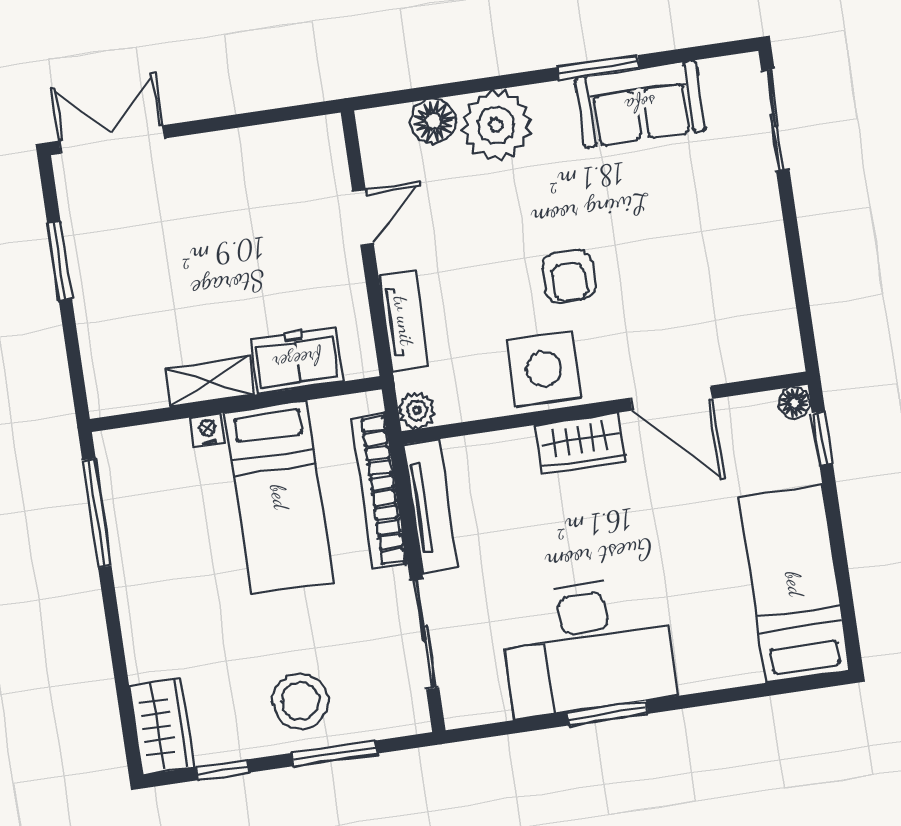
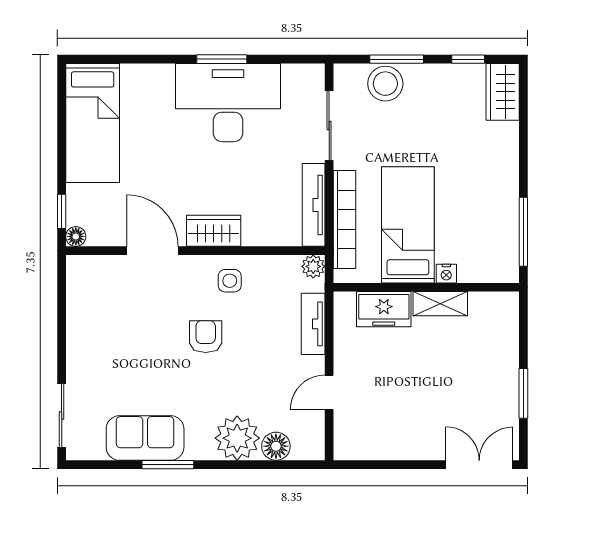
double door: (112, 139) -> (479, 465), swing flipped
side table: (544, 369) -> (230, 281), width x0.54, depth x0.54
stool: (300, 701) -> (385, 84), moved

